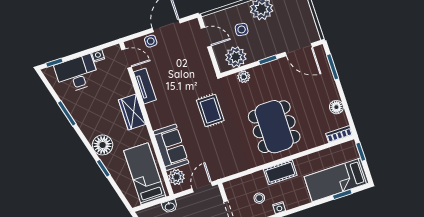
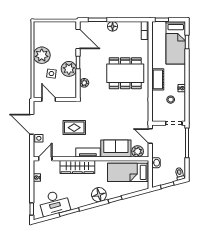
door: (206, 37) -> (49, 99), hinge flipped
door: (299, 50) -> (78, 39), hinge flipped
plant: (236, 57) -> (69, 69), moved
desk: (77, 74) -> (54, 203), moved, turned -105
tv unit: (145, 86) -> (88, 152), moved
floor lamp: (336, 107) -> (113, 26), moved
rug: (210, 110) -> (74, 128), moved
wardrobe: (132, 112) -> (77, 167), width x1.50

